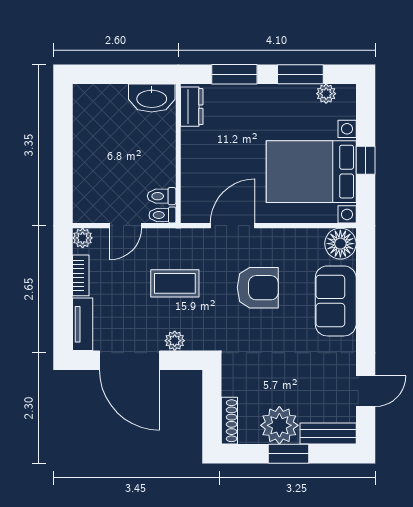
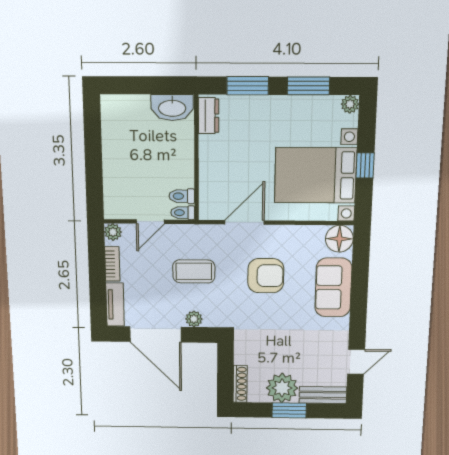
plant: (326, 94) -> (350, 104), moved

